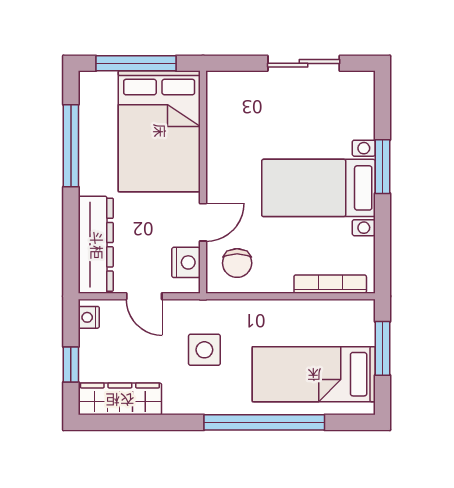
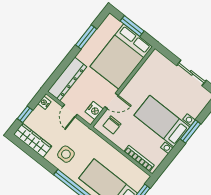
window: (136, 63) -> (132, 26), width x0.69
window: (71, 146) -> (86, 37), width x0.69
side table: (204, 350) -> (66, 154), moved

